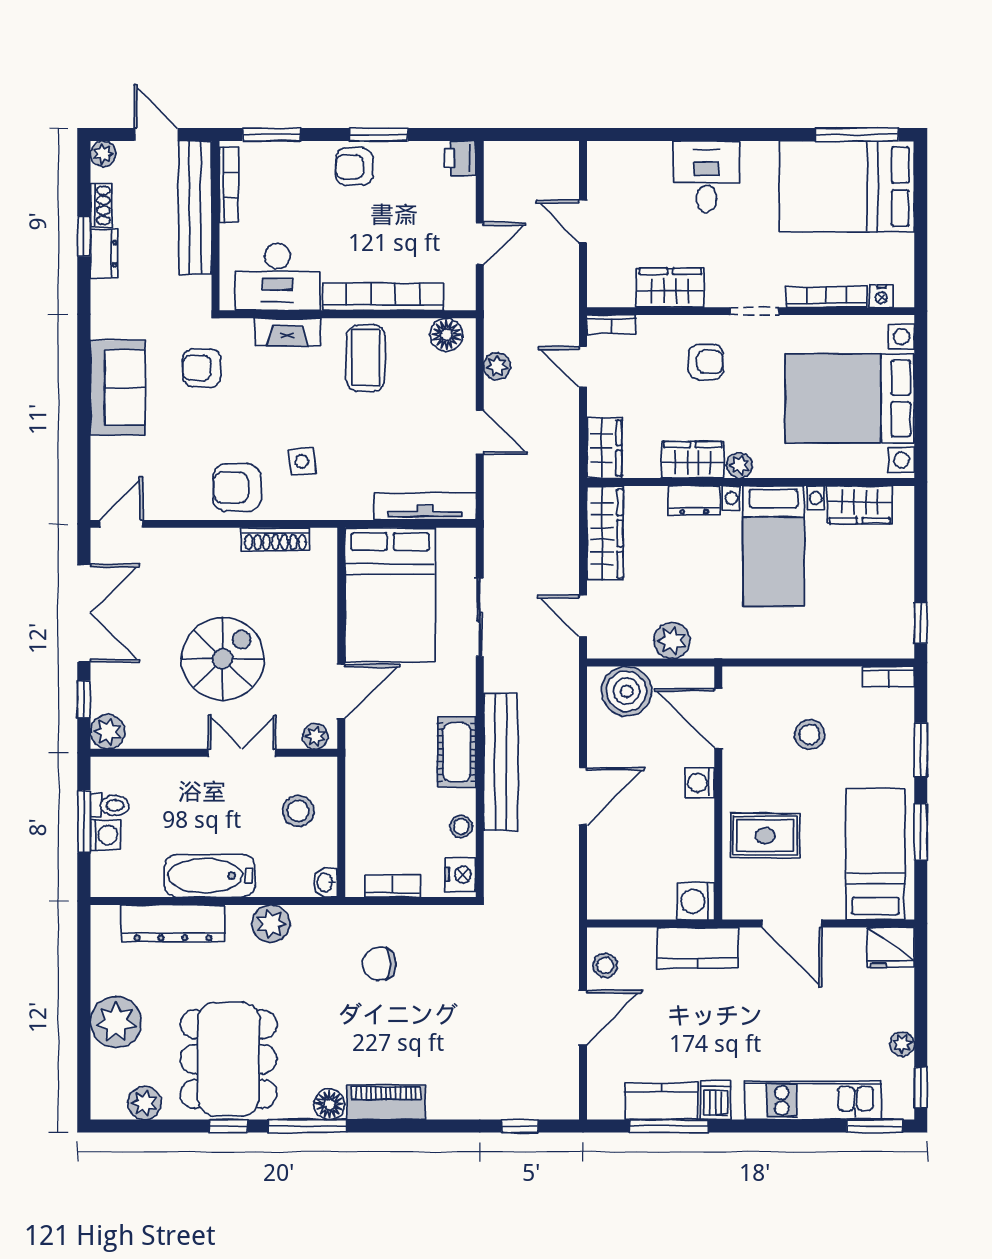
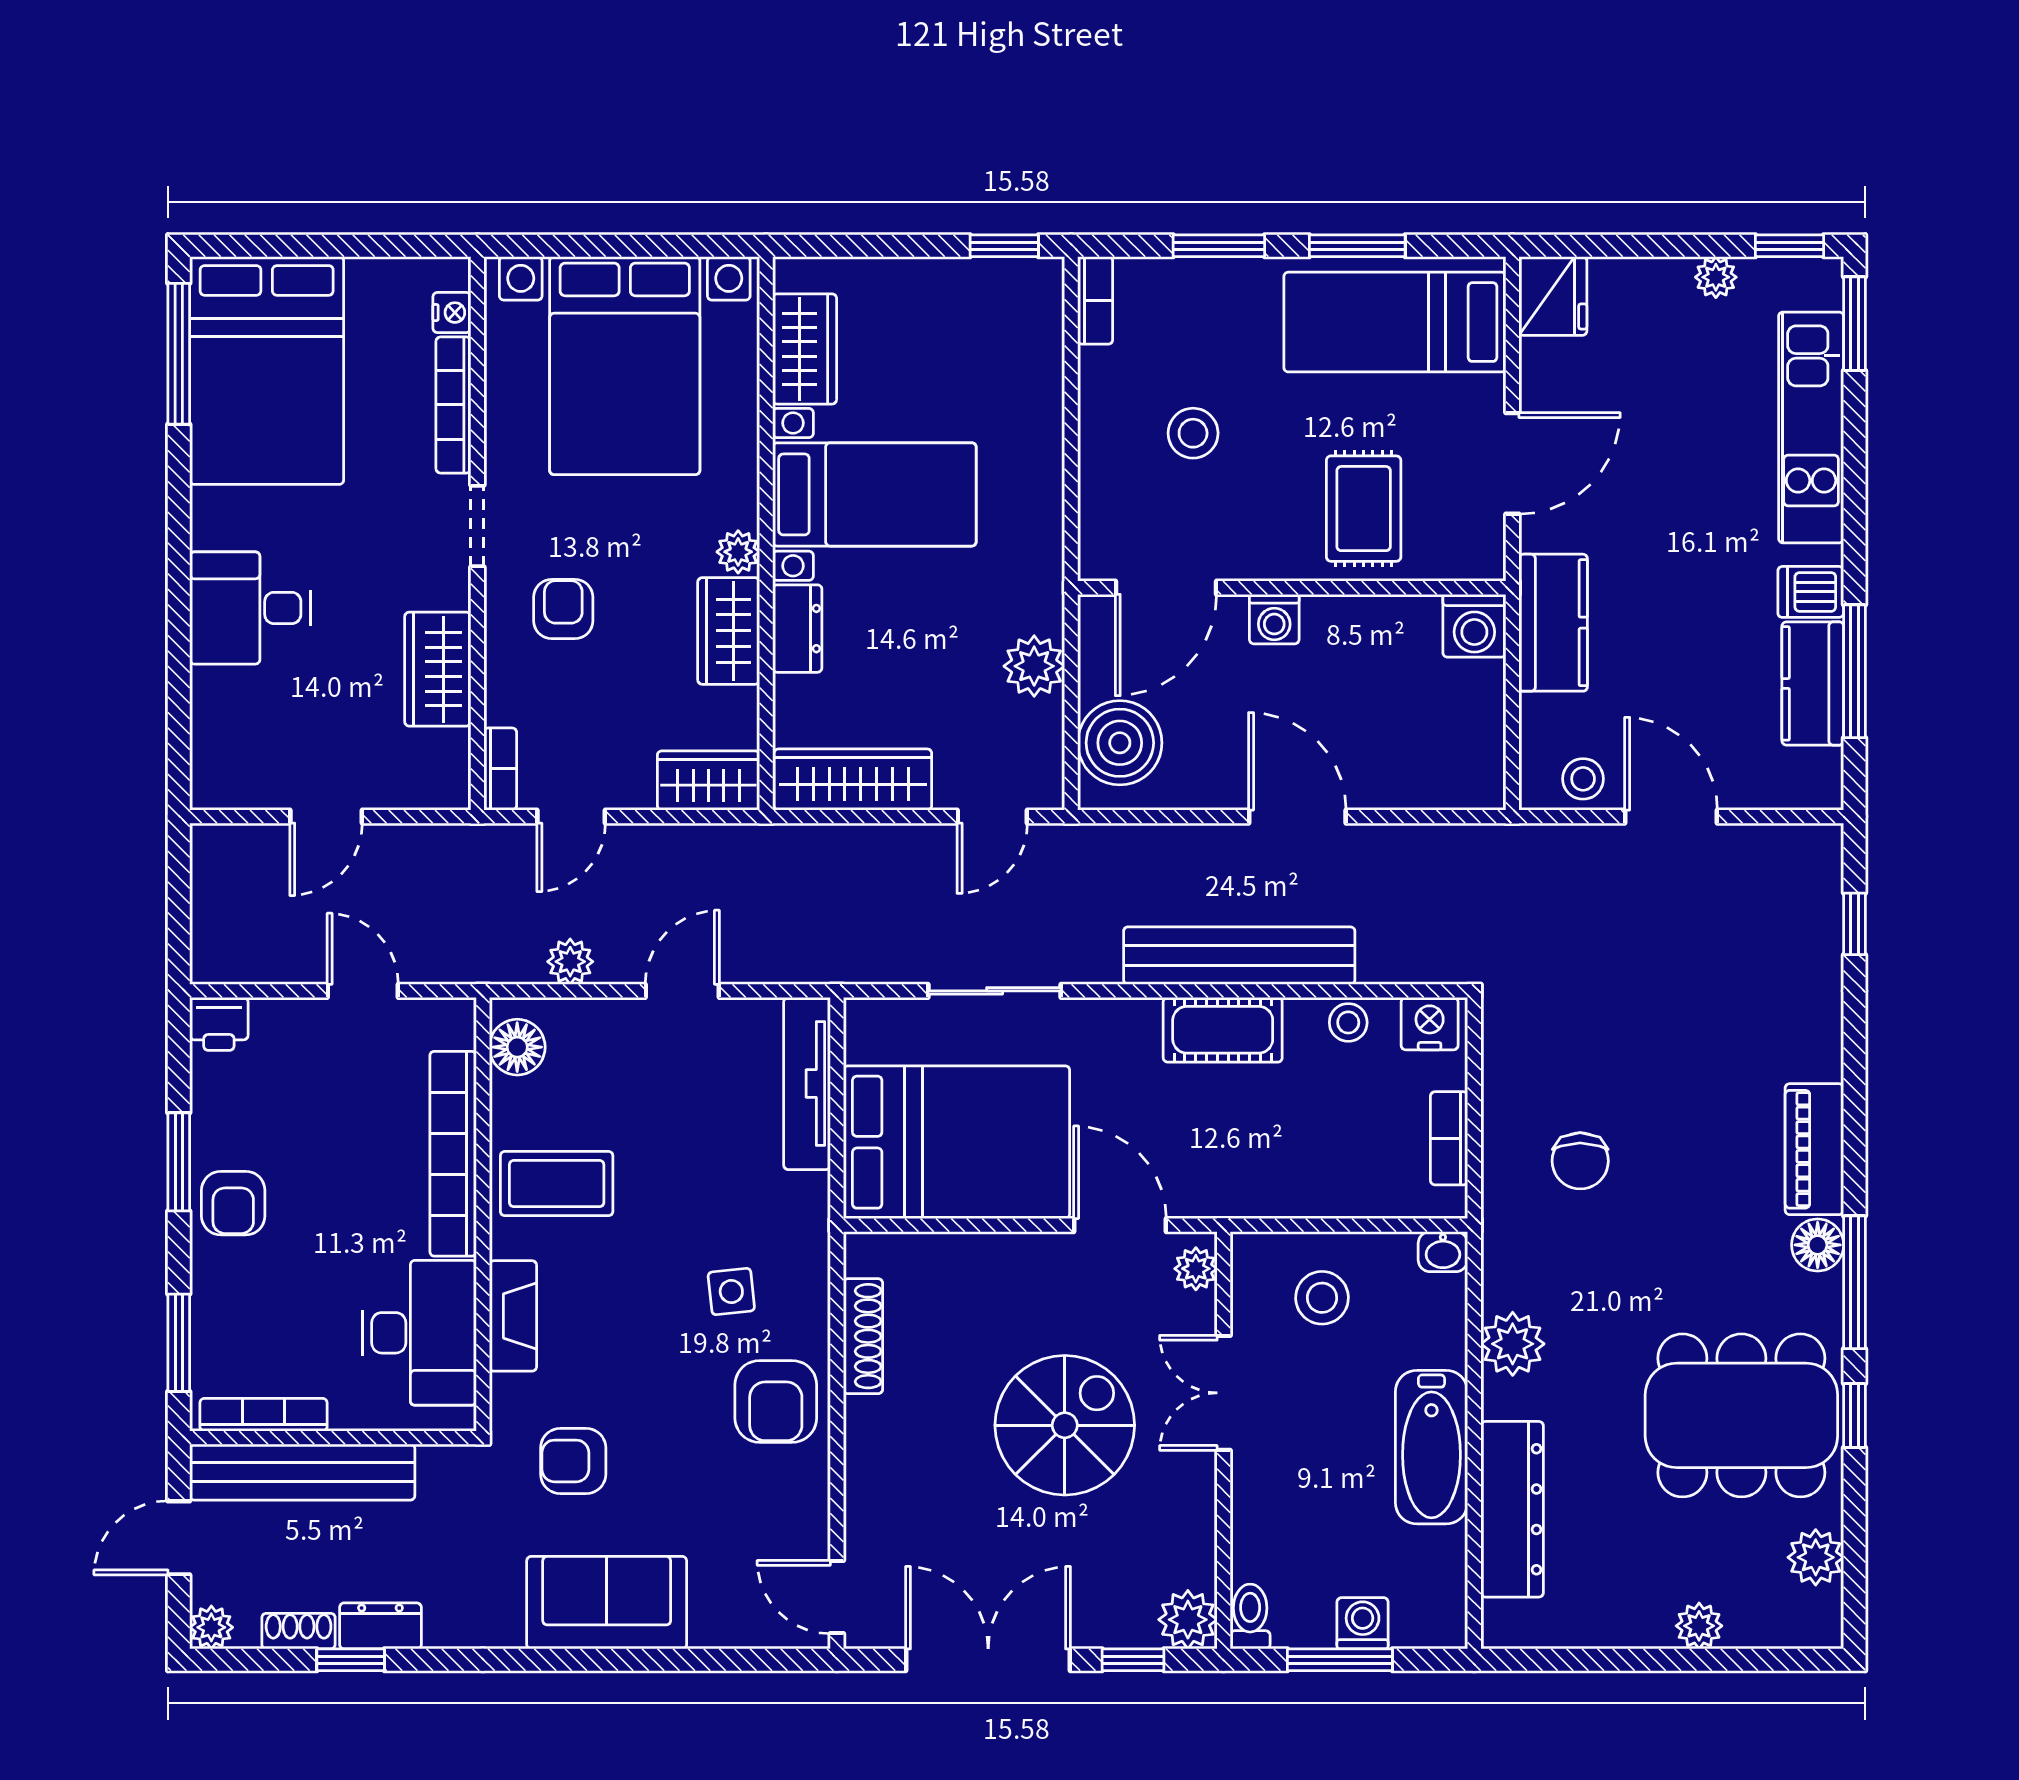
armchair: (202, 368) -> (573, 1461), turned 90
spiral stairs: (223, 659) -> (1065, 1425), turned 90
toilet: (110, 805) -> (1250, 1616), moved
plant: (116, 1022) -> (1699, 1626), width x0.53, depth x0.53

